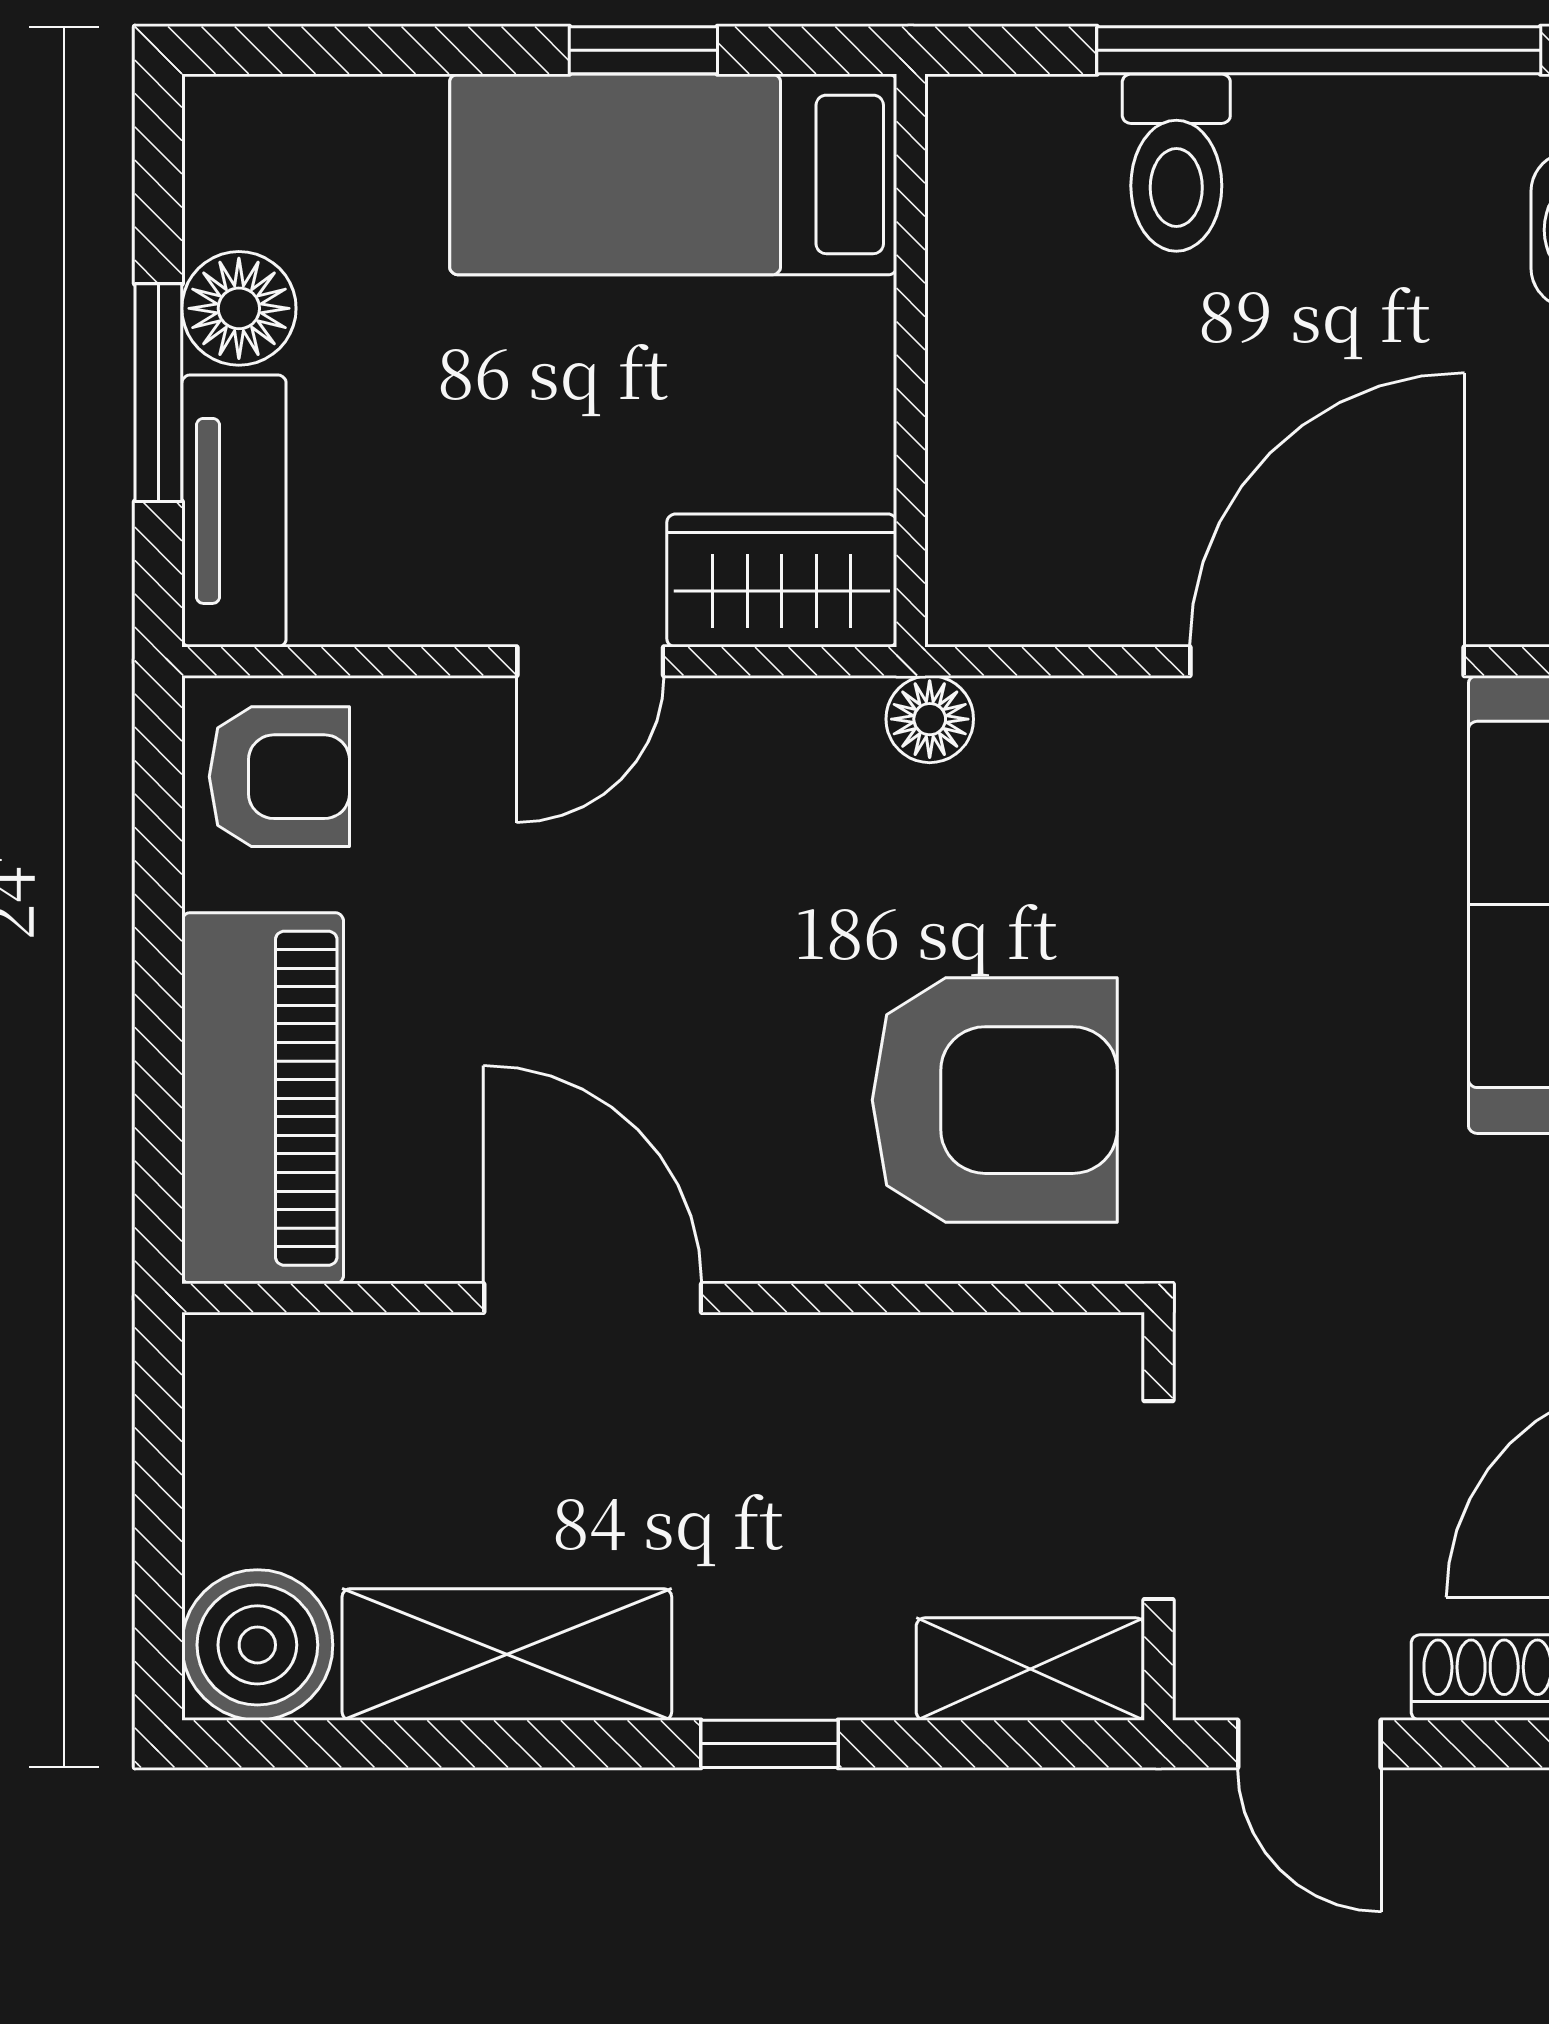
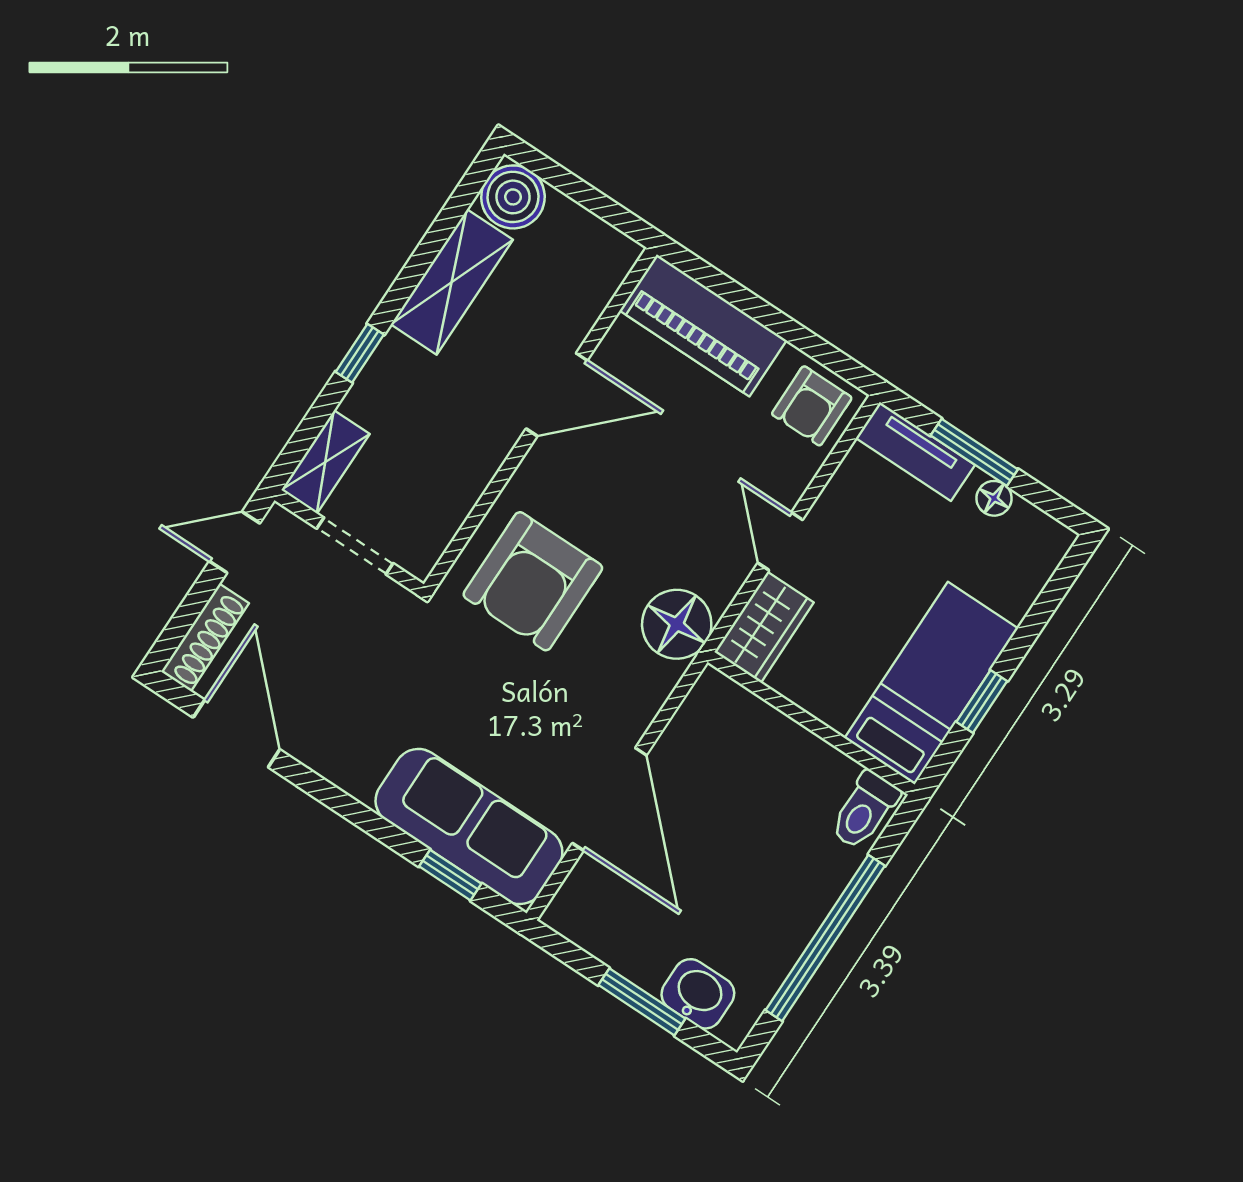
toilet: (1176, 163) -> (864, 810), moved, turned -90
floor lamp: (239, 308) -> (994, 498), width x0.73, depth x0.73
floor lamp: (930, 719) -> (677, 624), width x1.89, depth x1.89

